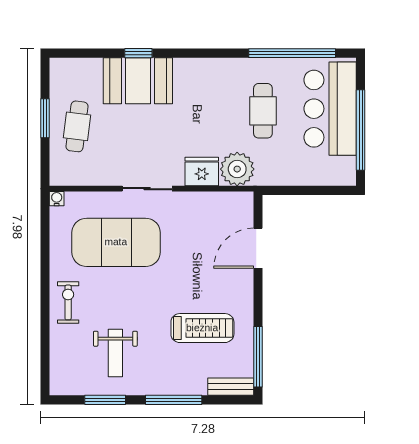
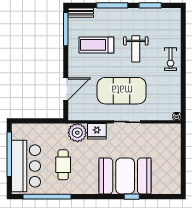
booth: (138, 81) -> (125, 176), width x1.36, depth x1.42
window: (45, 118) -> (183, 161), removed
cafe table: (77, 126) -> (166, 156), removed
exercise mat: (116, 242) -> (122, 91), moved
weight bench: (115, 353) -> (136, 49), moved, turned 180

